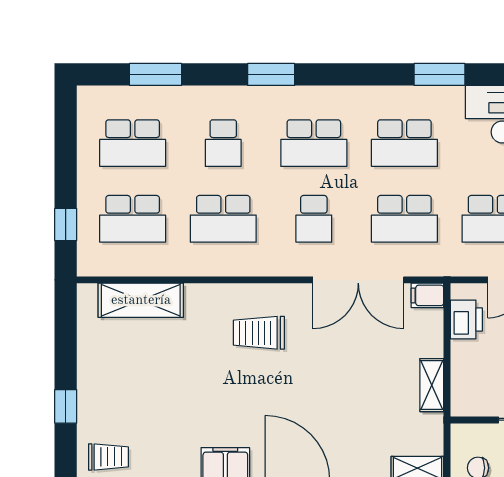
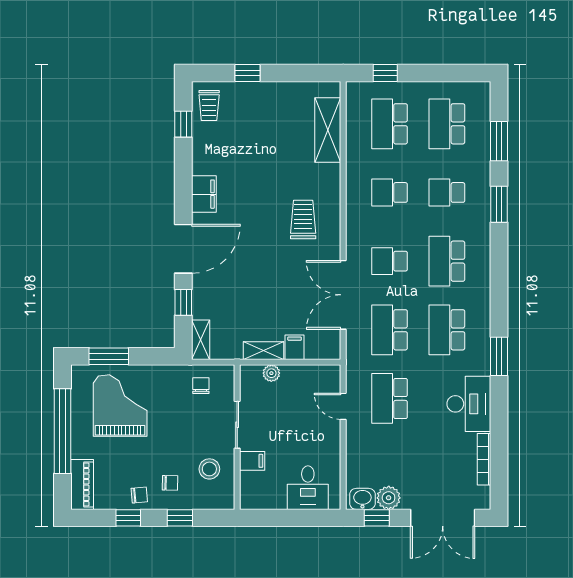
window: (271, 74) -> (499, 204), moved
school desk: (223, 219) -> (390, 192), width x0.54
filing cabinet: (427, 295) -> (295, 347), moved
printer: (466, 319) -> (313, 377), removed
plant: (462, 375) -> (271, 373), added

